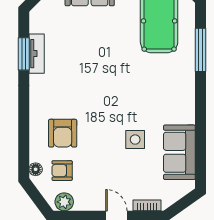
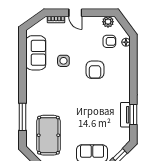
armchair: (63, 133) -> (95, 70), moved, turned 180

